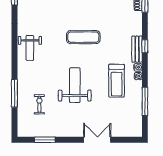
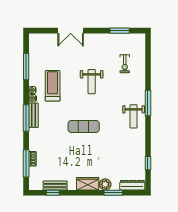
window: (145, 46) -> (26, 118), width x2.17
weight bench: (30, 48) -> (134, 116), turned 180
weight bench: (75, 85) -> (92, 82), width x0.73, depth x0.75
window: (14, 93) -> (148, 103), moved

